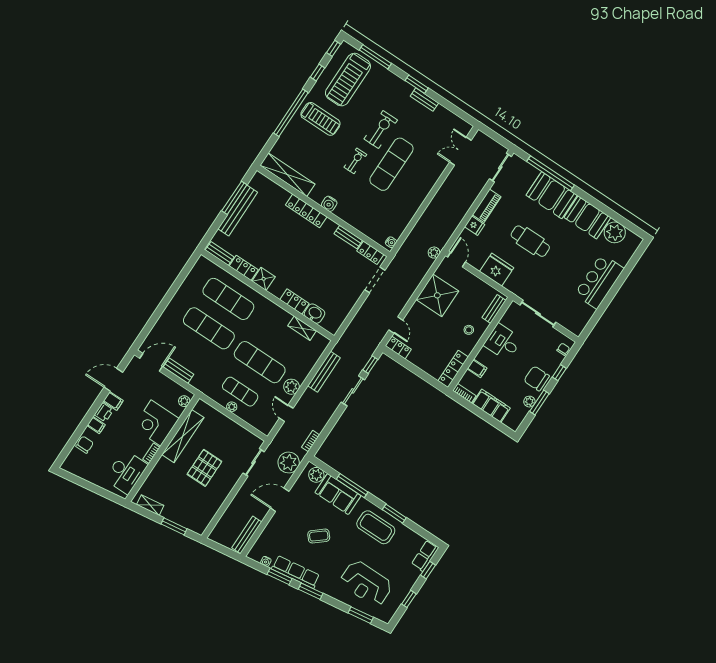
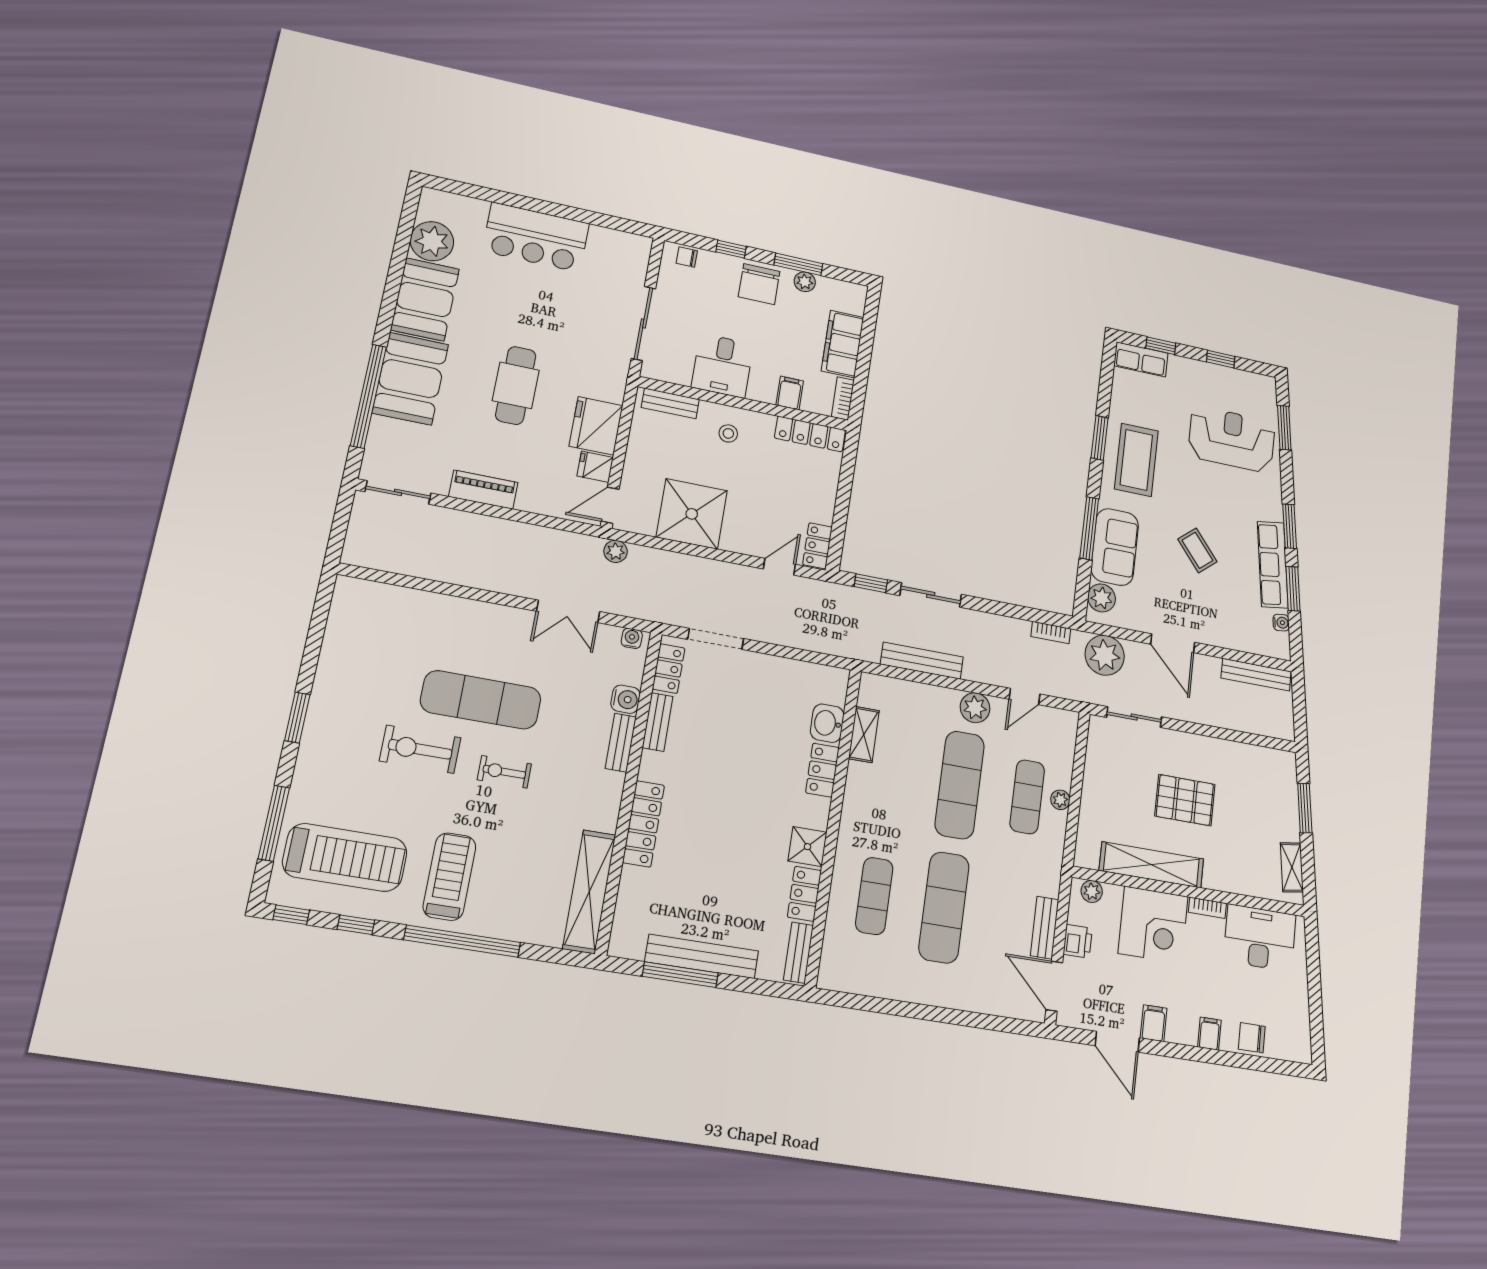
bench: (424, 100) -> (621, 743), moved
double door: (460, 151) -> (568, 611), moved
water cooler: (329, 204) -> (625, 699), moved
fridge: (475, 226) -> (595, 467), moved, turned -90
exercise mat: (228, 299) -> (874, 896), width x0.73, depth x0.69
printer: (104, 412) -> (1078, 941), moved, turned 90
reception desk: (366, 583) -> (1232, 439), turned -90

